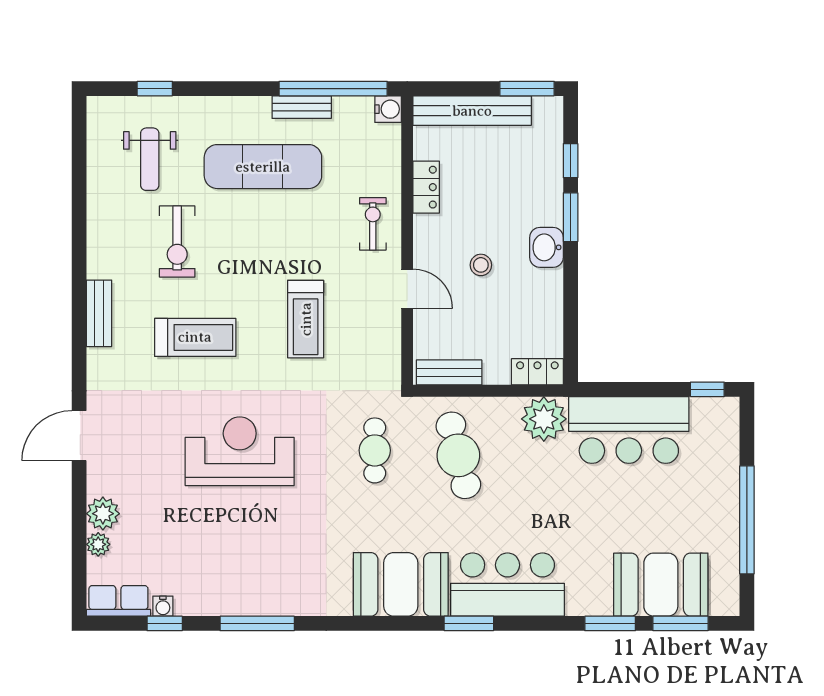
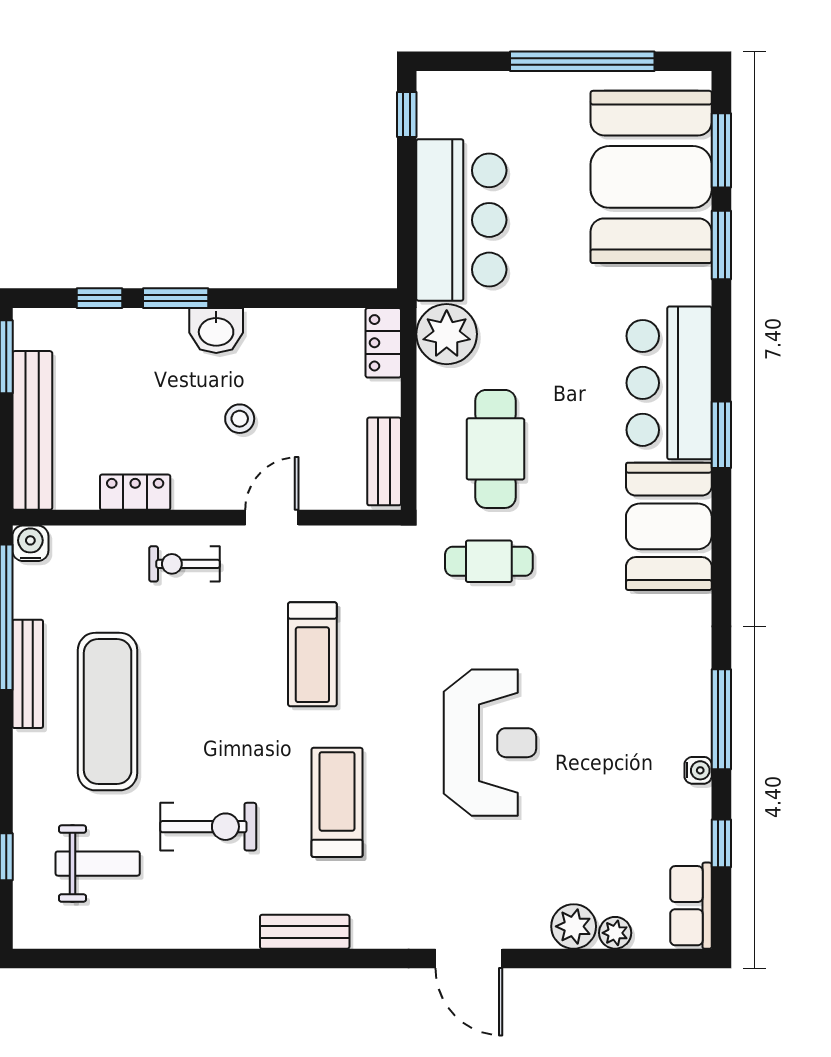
bench: (302, 107) -> (28, 674), width x1.36
treadmill: (306, 319) -> (312, 654), turned 90
reception desk: (240, 451) -> (490, 743), turned 180
cafe table: (458, 455) -> (495, 449), turned -76
booth: (661, 585) -> (651, 177), width x1.36, depth x1.42
water cooler: (163, 606) -> (698, 770), moved

